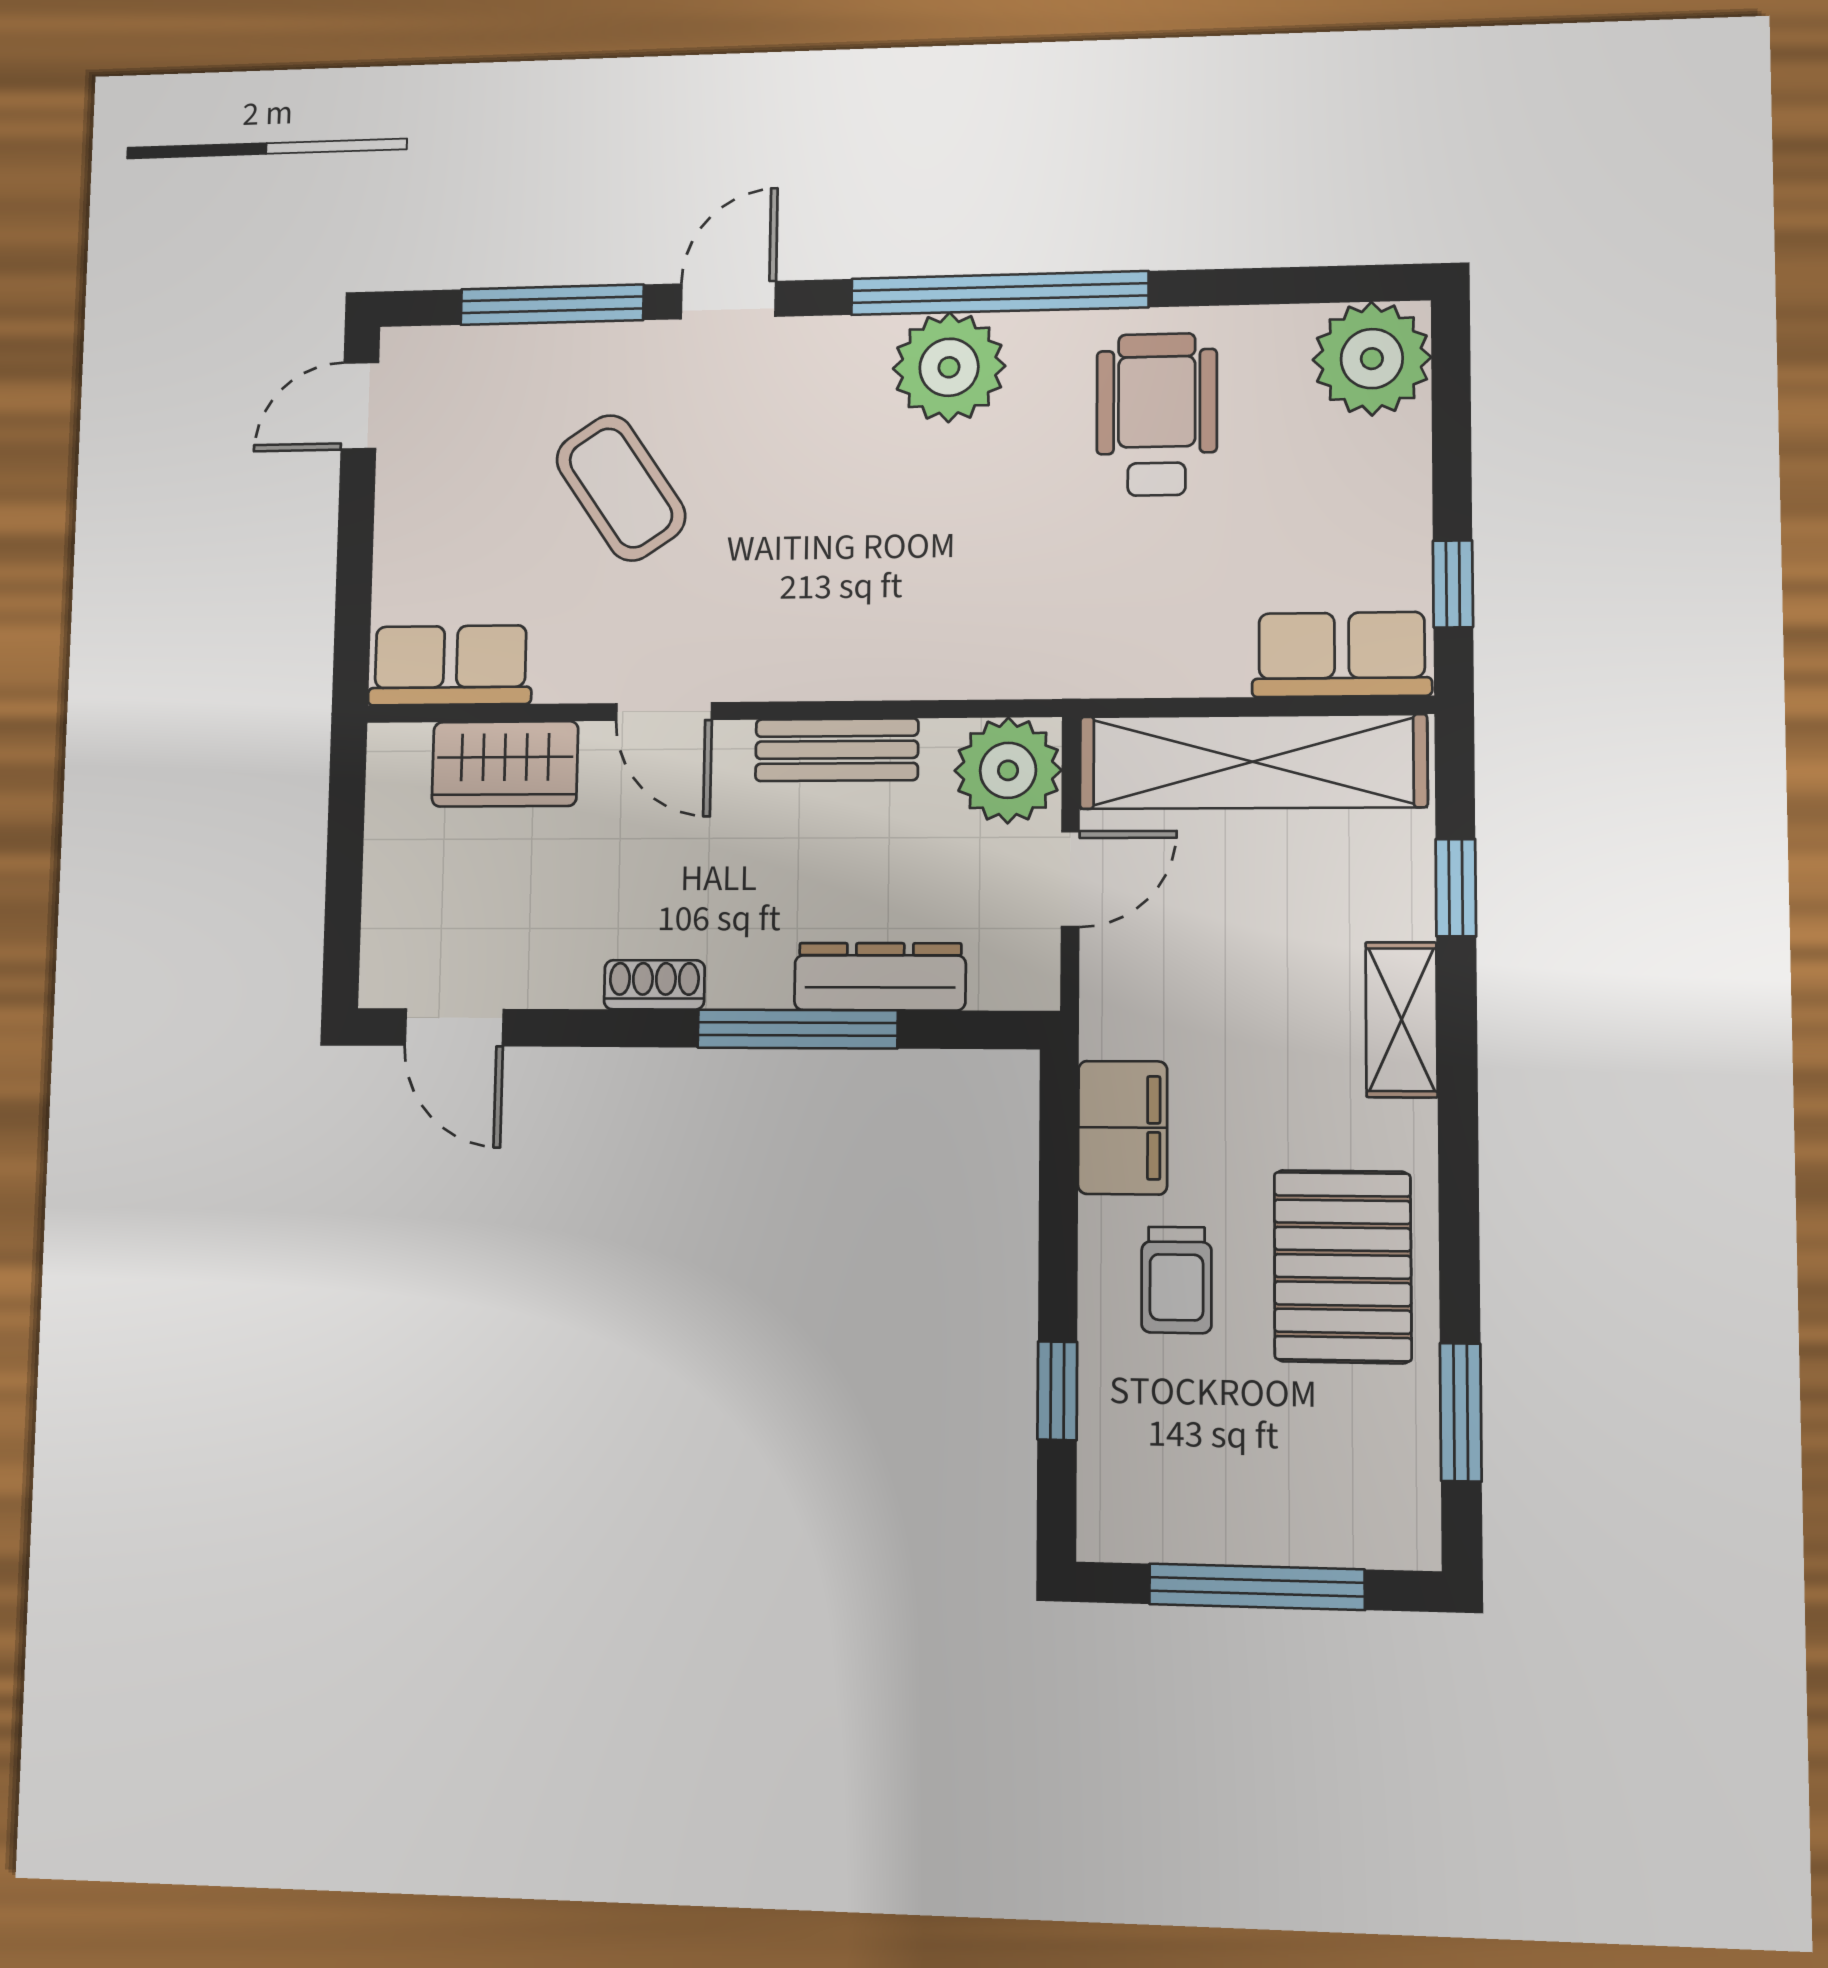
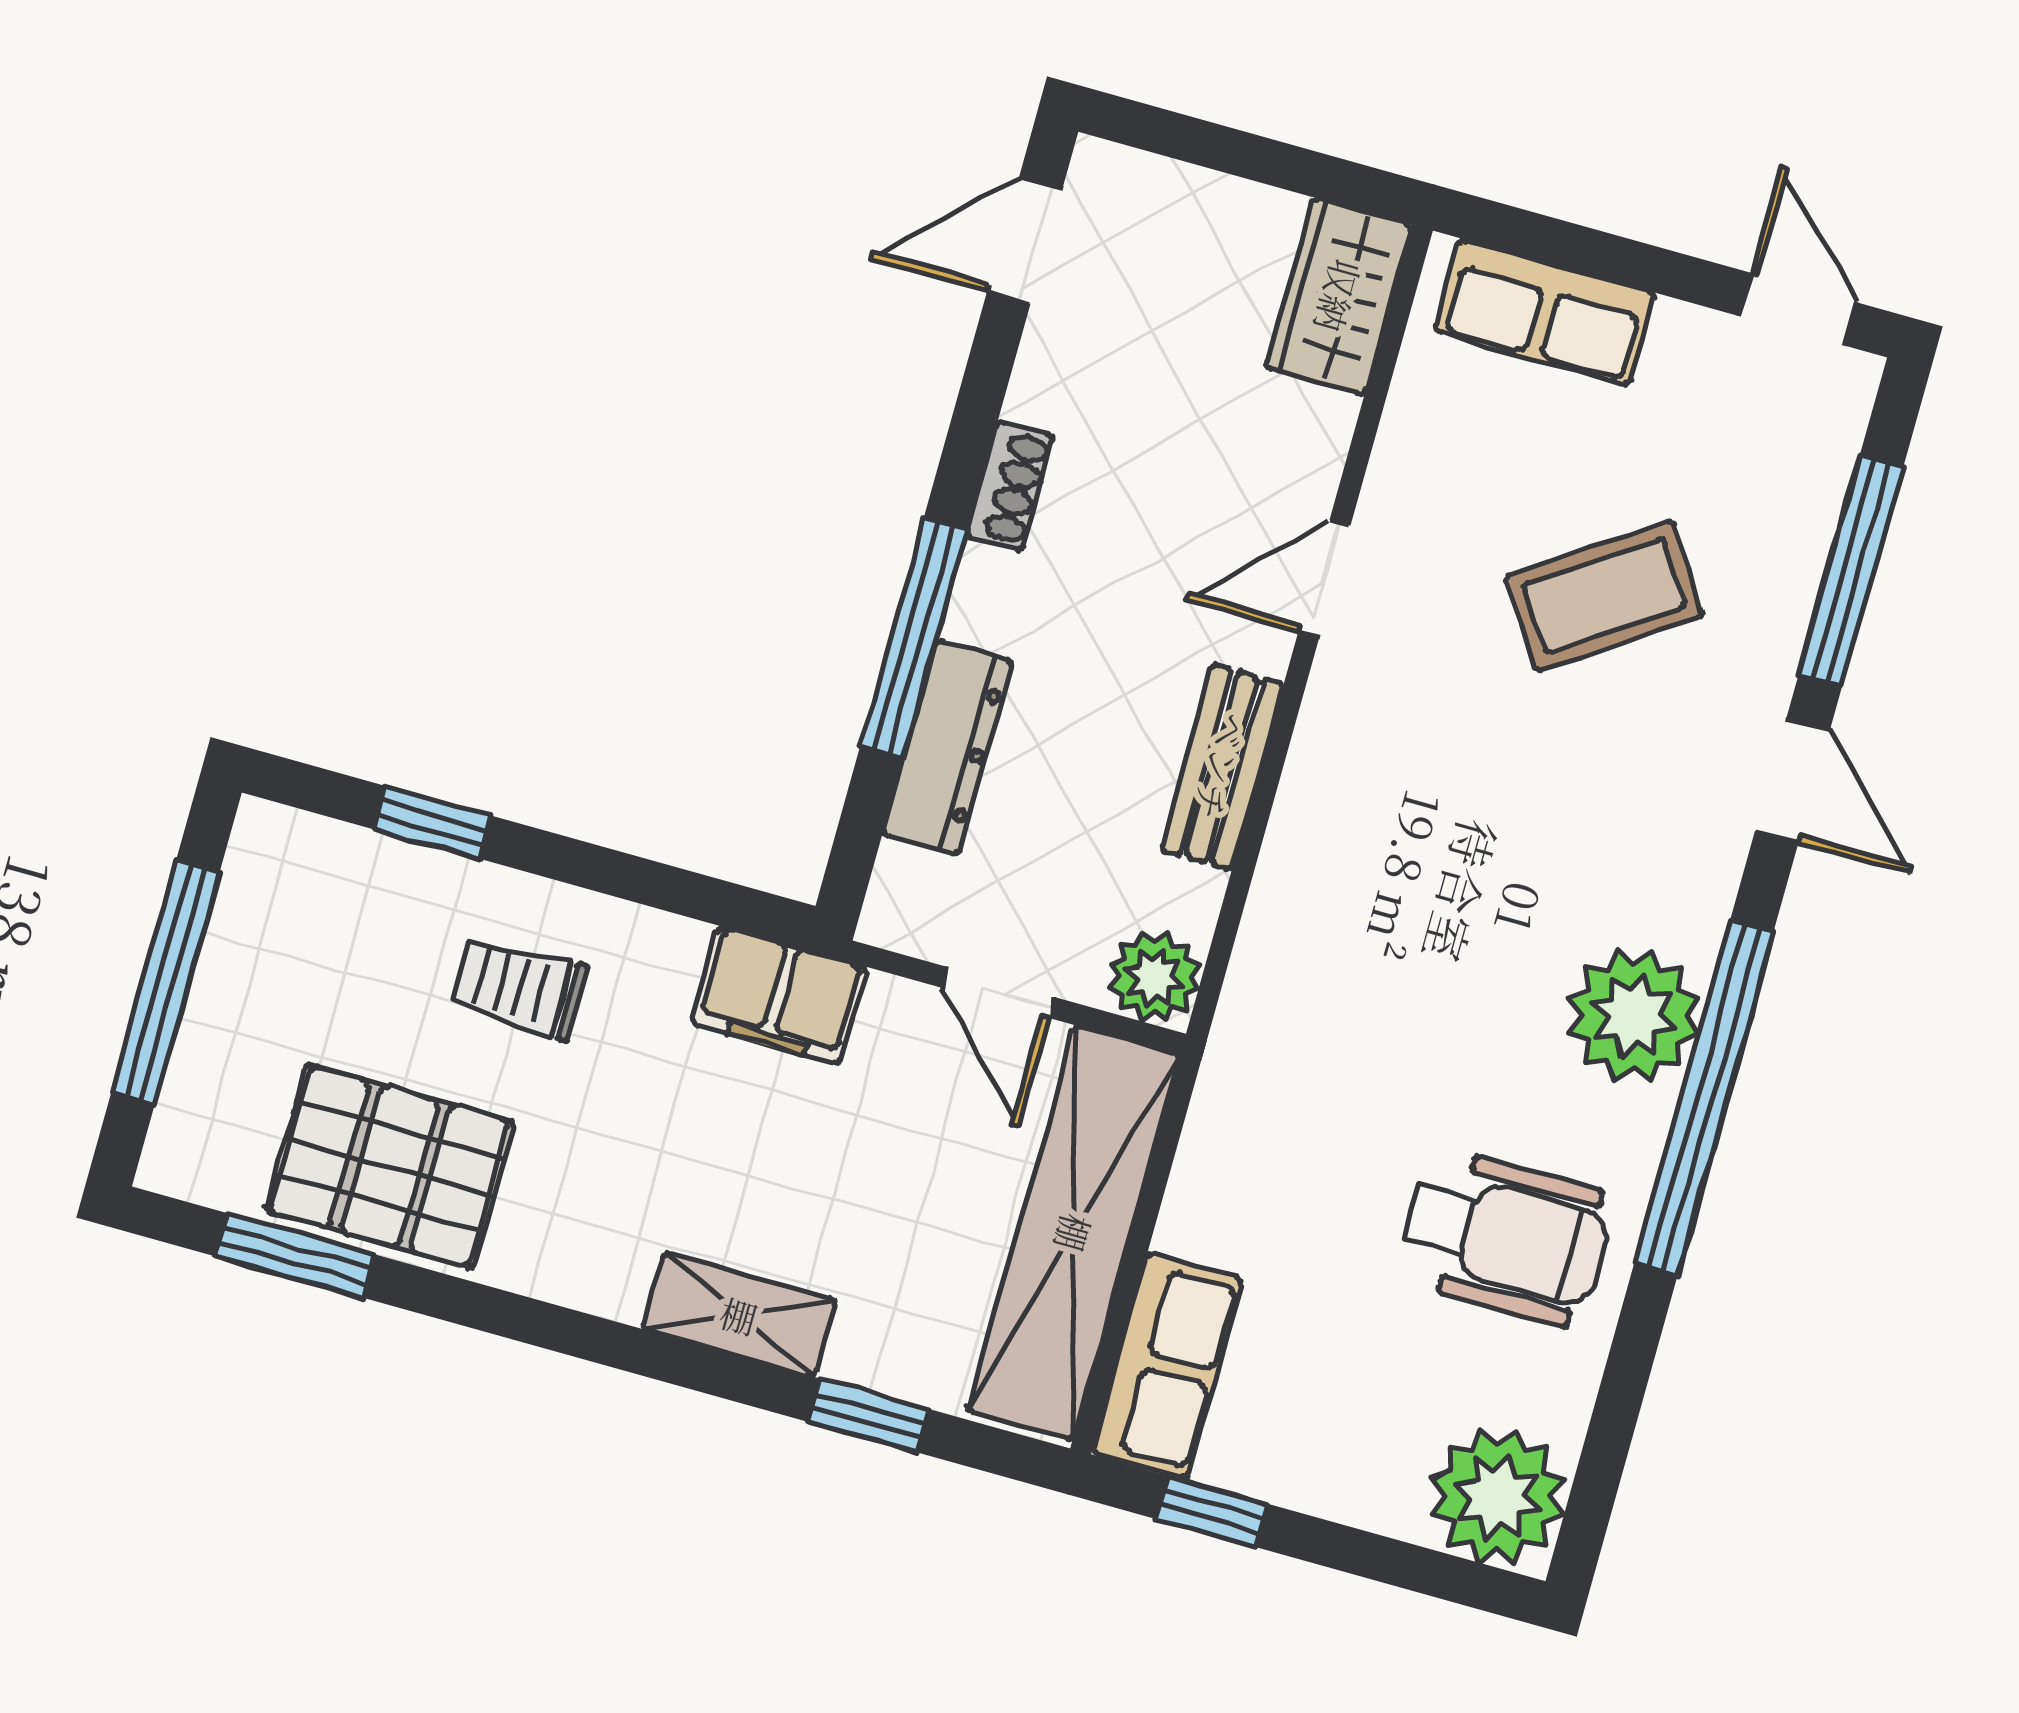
row of seats: (450, 665) -> (1545, 312), moved, turned 90
wardrobe: (505, 764) -> (1339, 296), moved
plant: (1008, 770) -> (1154, 977), width x0.73, depth x0.73
filing cabinet: (1123, 1128) -> (779, 996), moved
pallet: (1343, 1266) -> (390, 1166), moved

